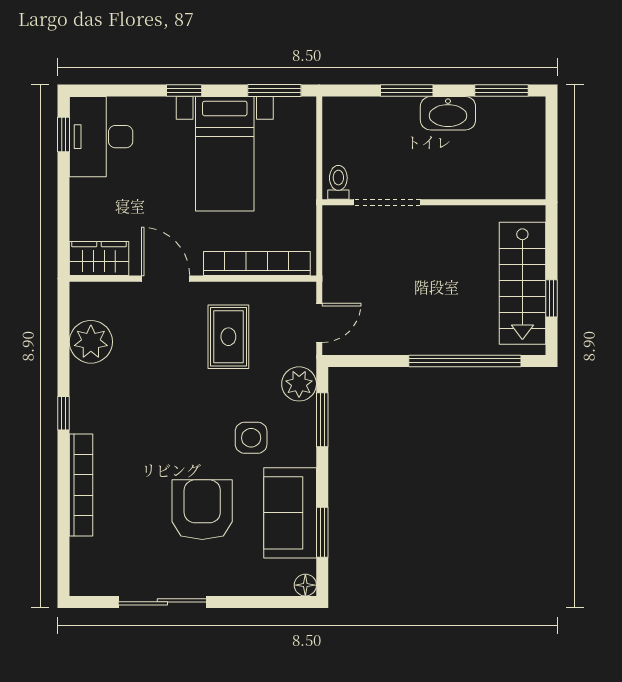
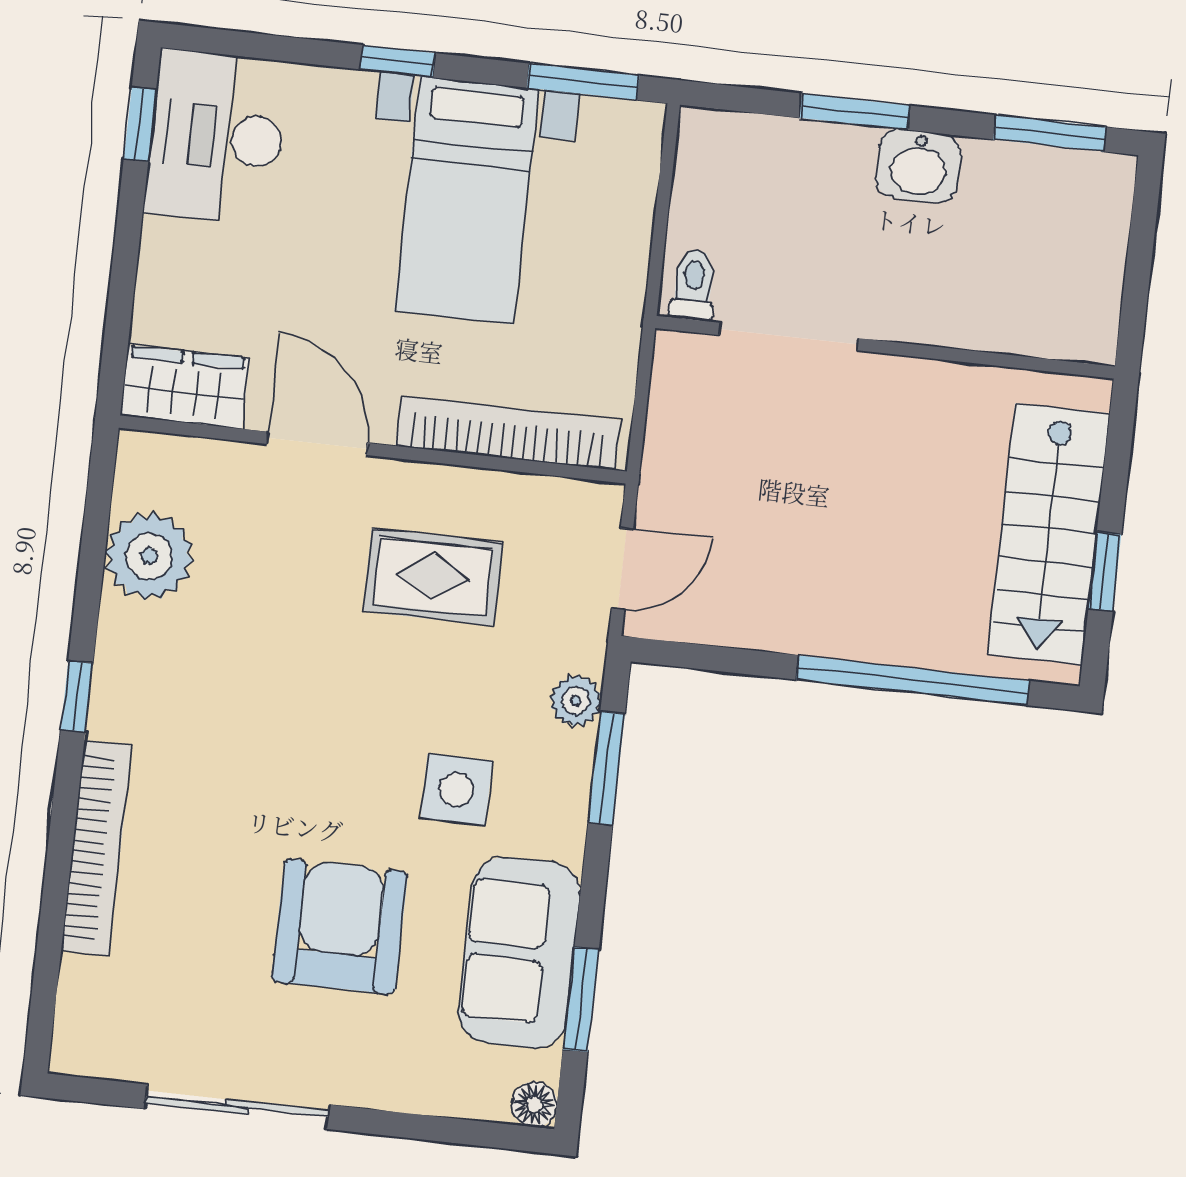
washbasin: (448, 113) -> (919, 166), width x0.72
rug: (228, 337) -> (433, 577), turned 90
plant: (299, 384) -> (576, 701), width x0.73, depth x0.73

